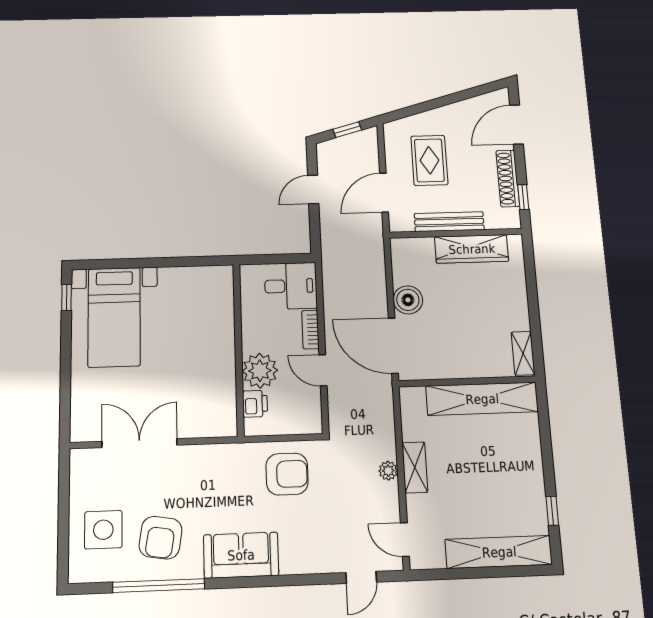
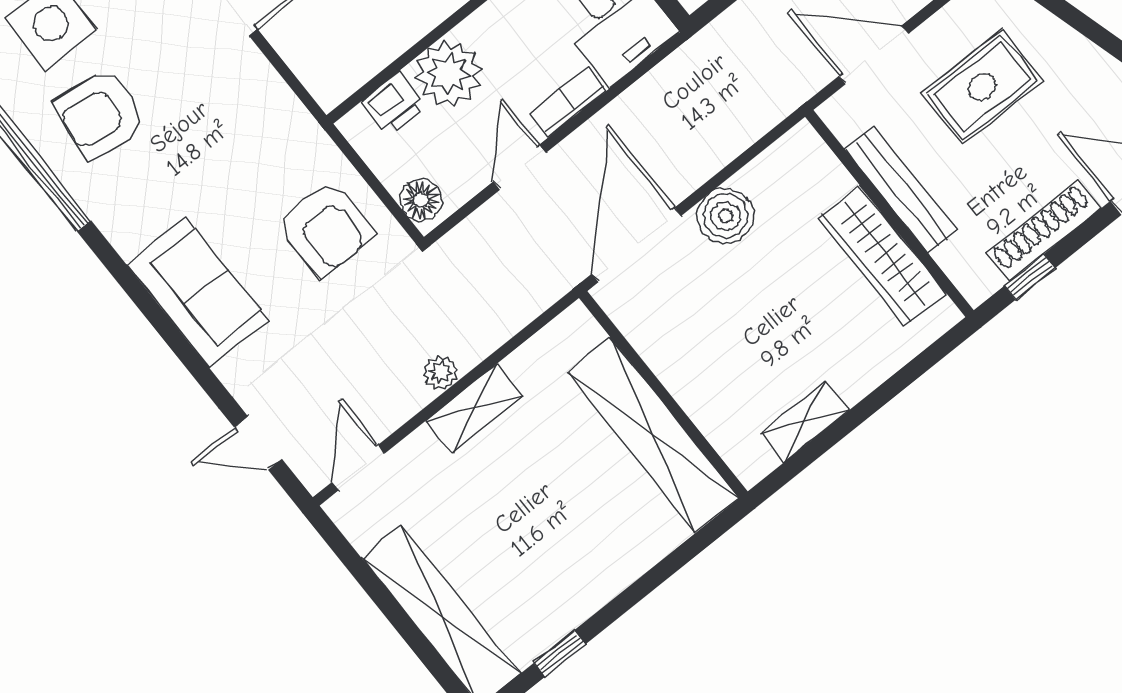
shelving: (523, 353) -> (805, 421), moved
floor lamp: (306, 423) -> (421, 200), added
sofa: (241, 555) -> (198, 293), moved

